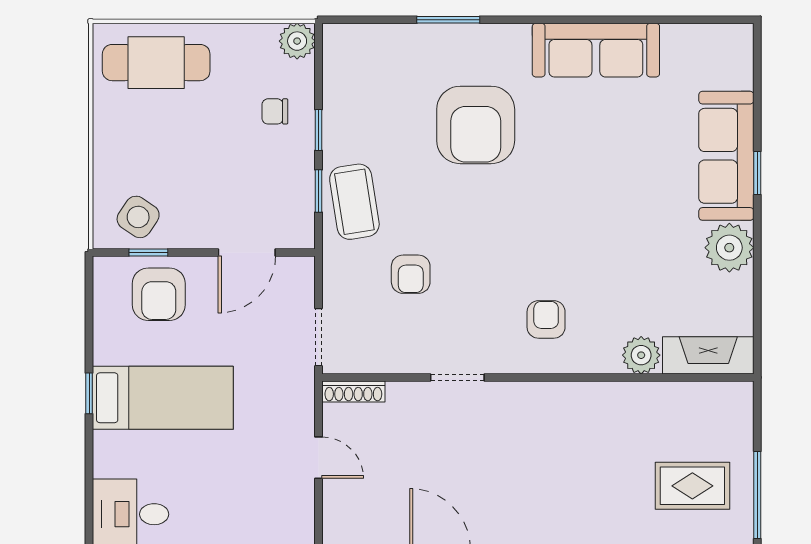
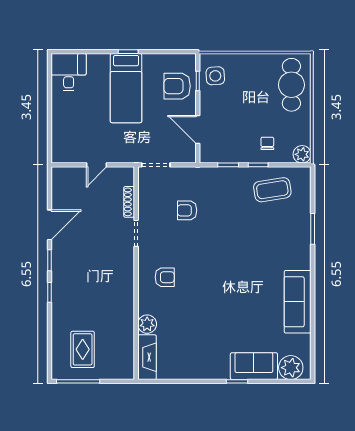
armchair: (476, 125) -> (261, 242), removed
sofa: (726, 156) -> (254, 366), width x0.73
coffee table: (354, 202) -> (272, 190), moved
side table: (138, 217) -> (215, 76), turned -38
plant: (729, 248) -> (291, 368), moved
shoe rack: (353, 391) -> (129, 202), moved

